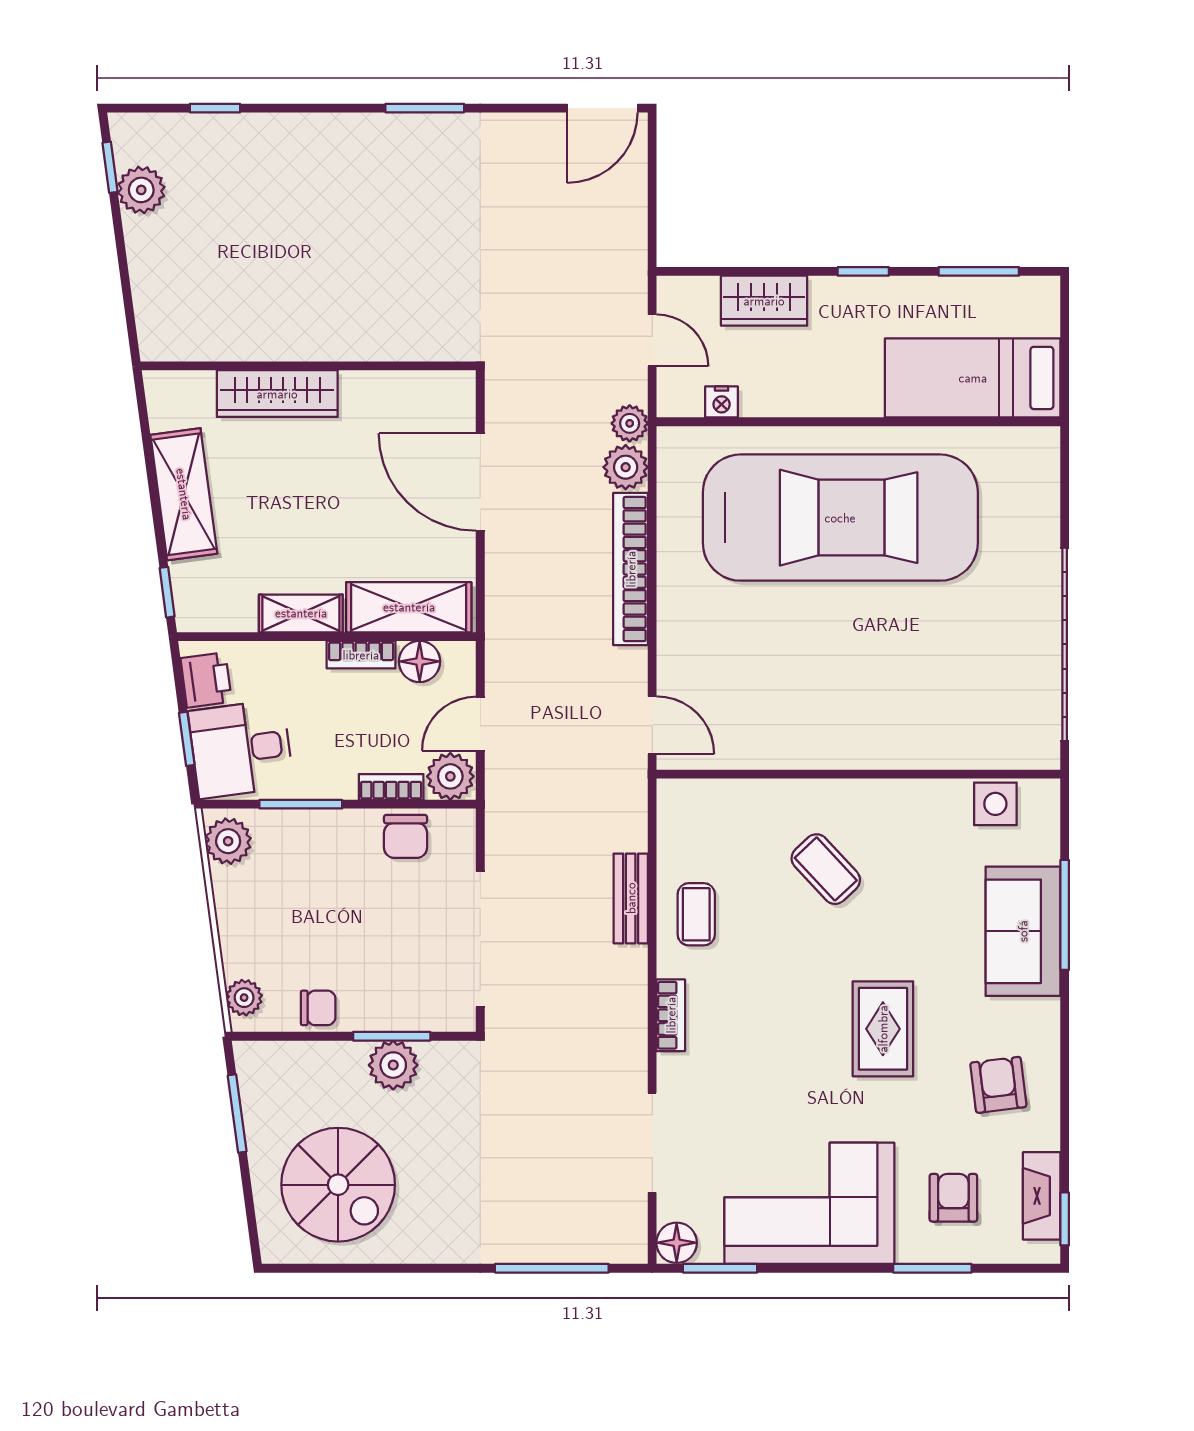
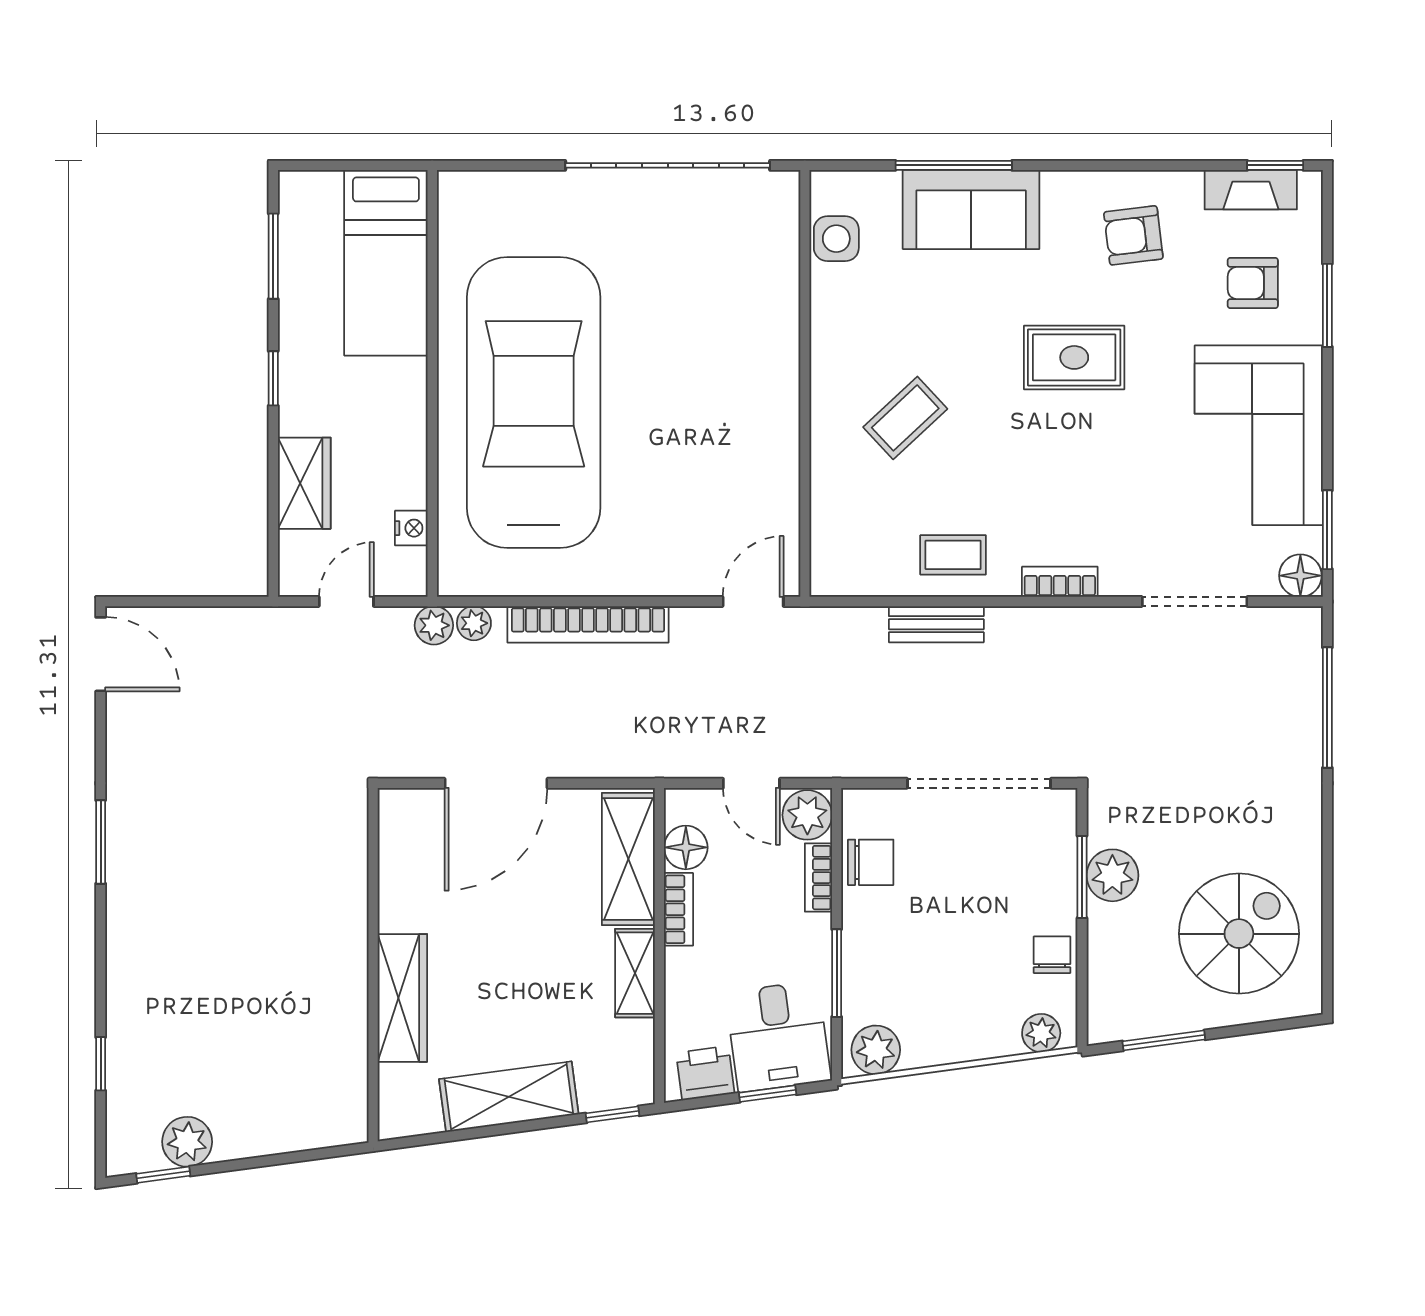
plant: (626, 467) -> (474, 623), width x0.73, depth x0.73

